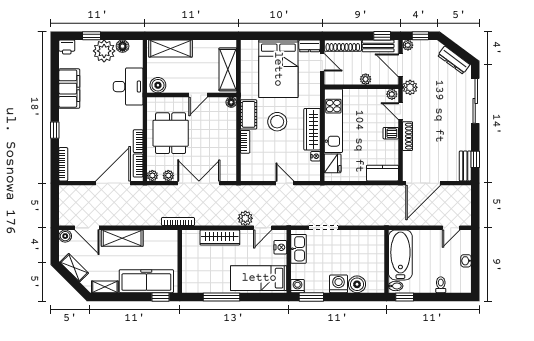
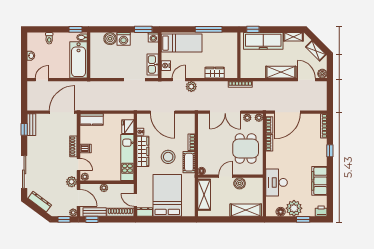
boiler: (158, 85) -> (240, 183), moved
door: (285, 183) -> (163, 112), width x1.87
wardrobe: (220, 238) -> (215, 73), width x0.67

